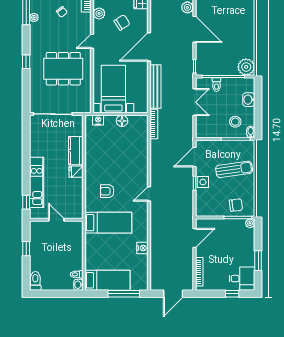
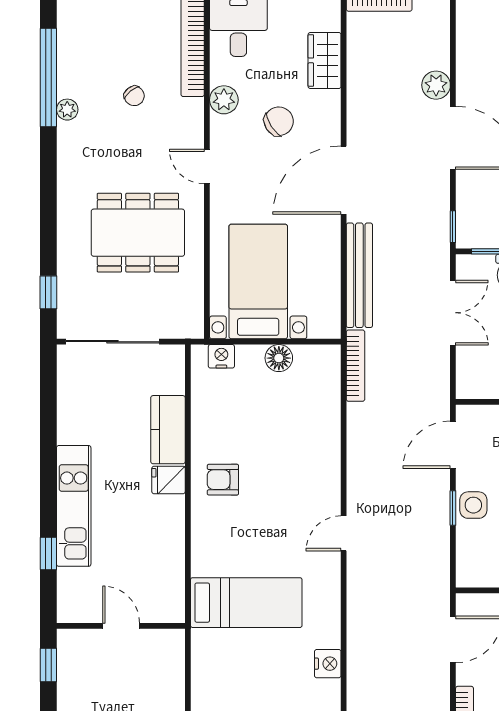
door: (92, 41) -> (207, 167), hinge flipped
window: (26, 62) -> (48, 292), moved
armchair: (107, 191) -> (223, 480), moved
door: (56, 220) -> (121, 626), moved
wall: (56, 220) -> (121, 626), moved

